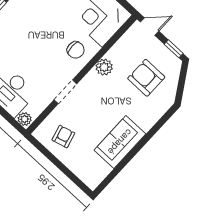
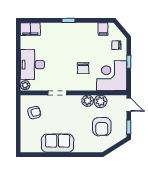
chair: (76, 50) -> (83, 68), moved
plant: (118, 54) -> (101, 101), added
armchair: (146, 78) -> (102, 127), turned 180

